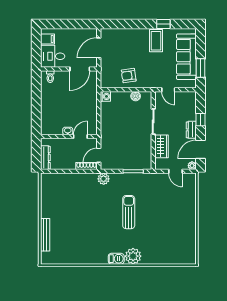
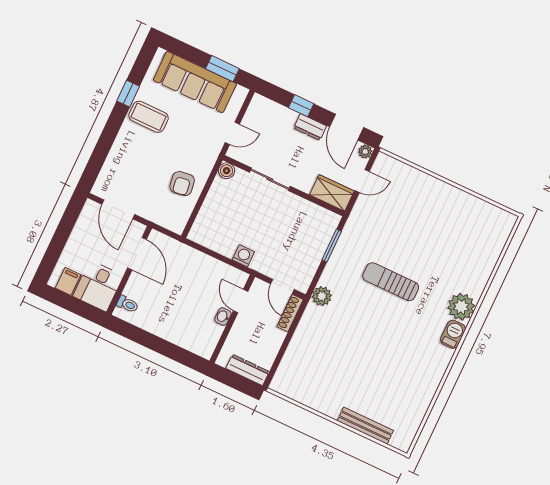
washing machine: (105, 96) -> (243, 256), moved
boiler: (136, 96) -> (227, 171), moved
wardrobe: (161, 146) -> (332, 193), moved

